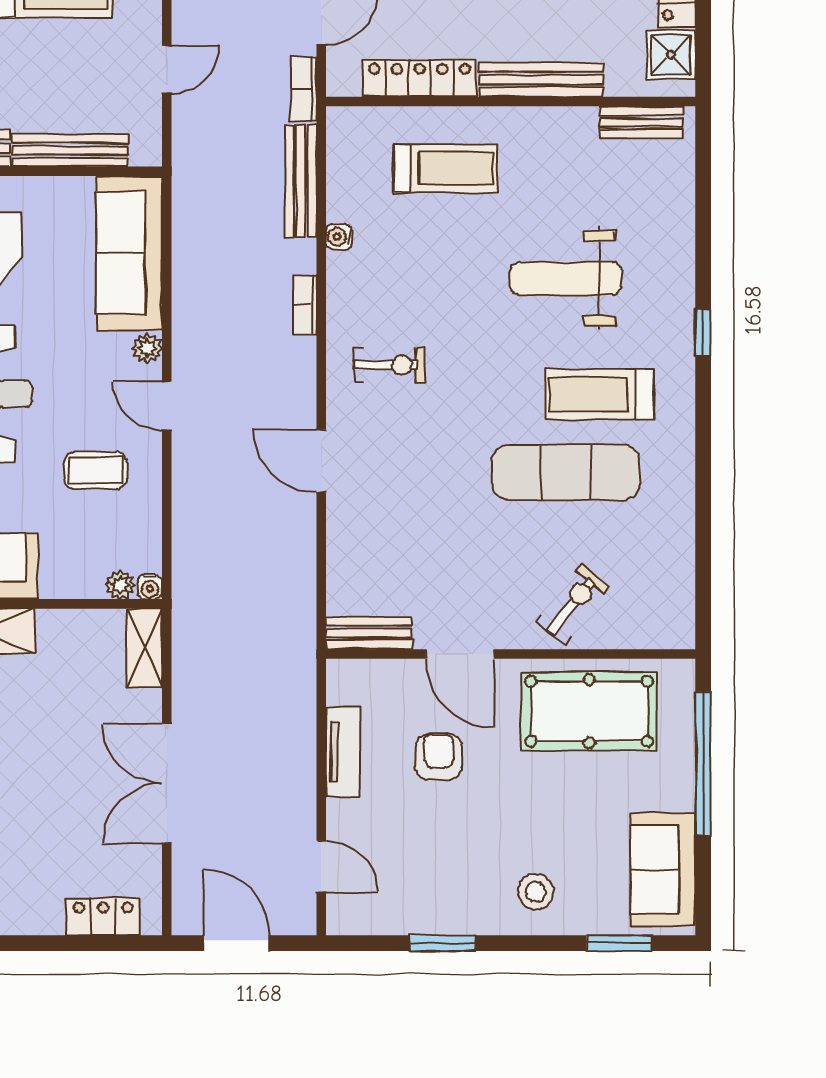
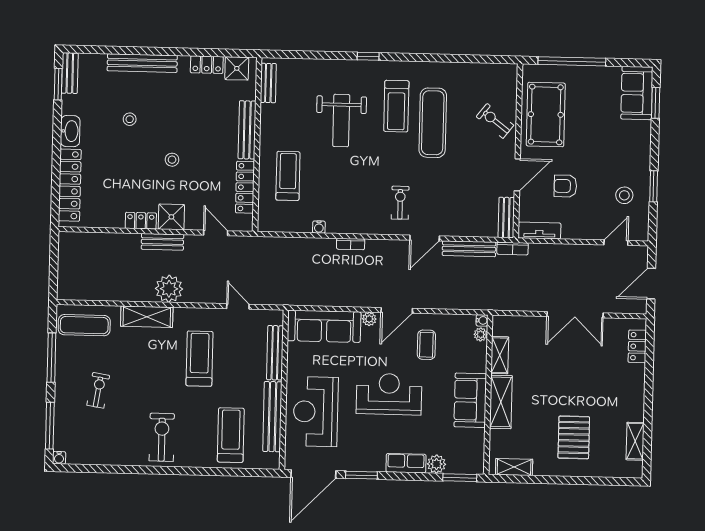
bookcase: (304, 89) -> (513, 249), moved
bench: (301, 181) -> (469, 249), moved
exercise bike: (389, 365) -> (400, 203), moved
door: (167, 406) -> (397, 310), width x1.38
shelving: (144, 648) -> (500, 355), moved, turned 90
tv unit: (343, 751) -> (539, 231), moved
sofa: (663, 870) -> (637, 93), moved, turned 90
stool: (536, 892) -> (624, 195), moved

